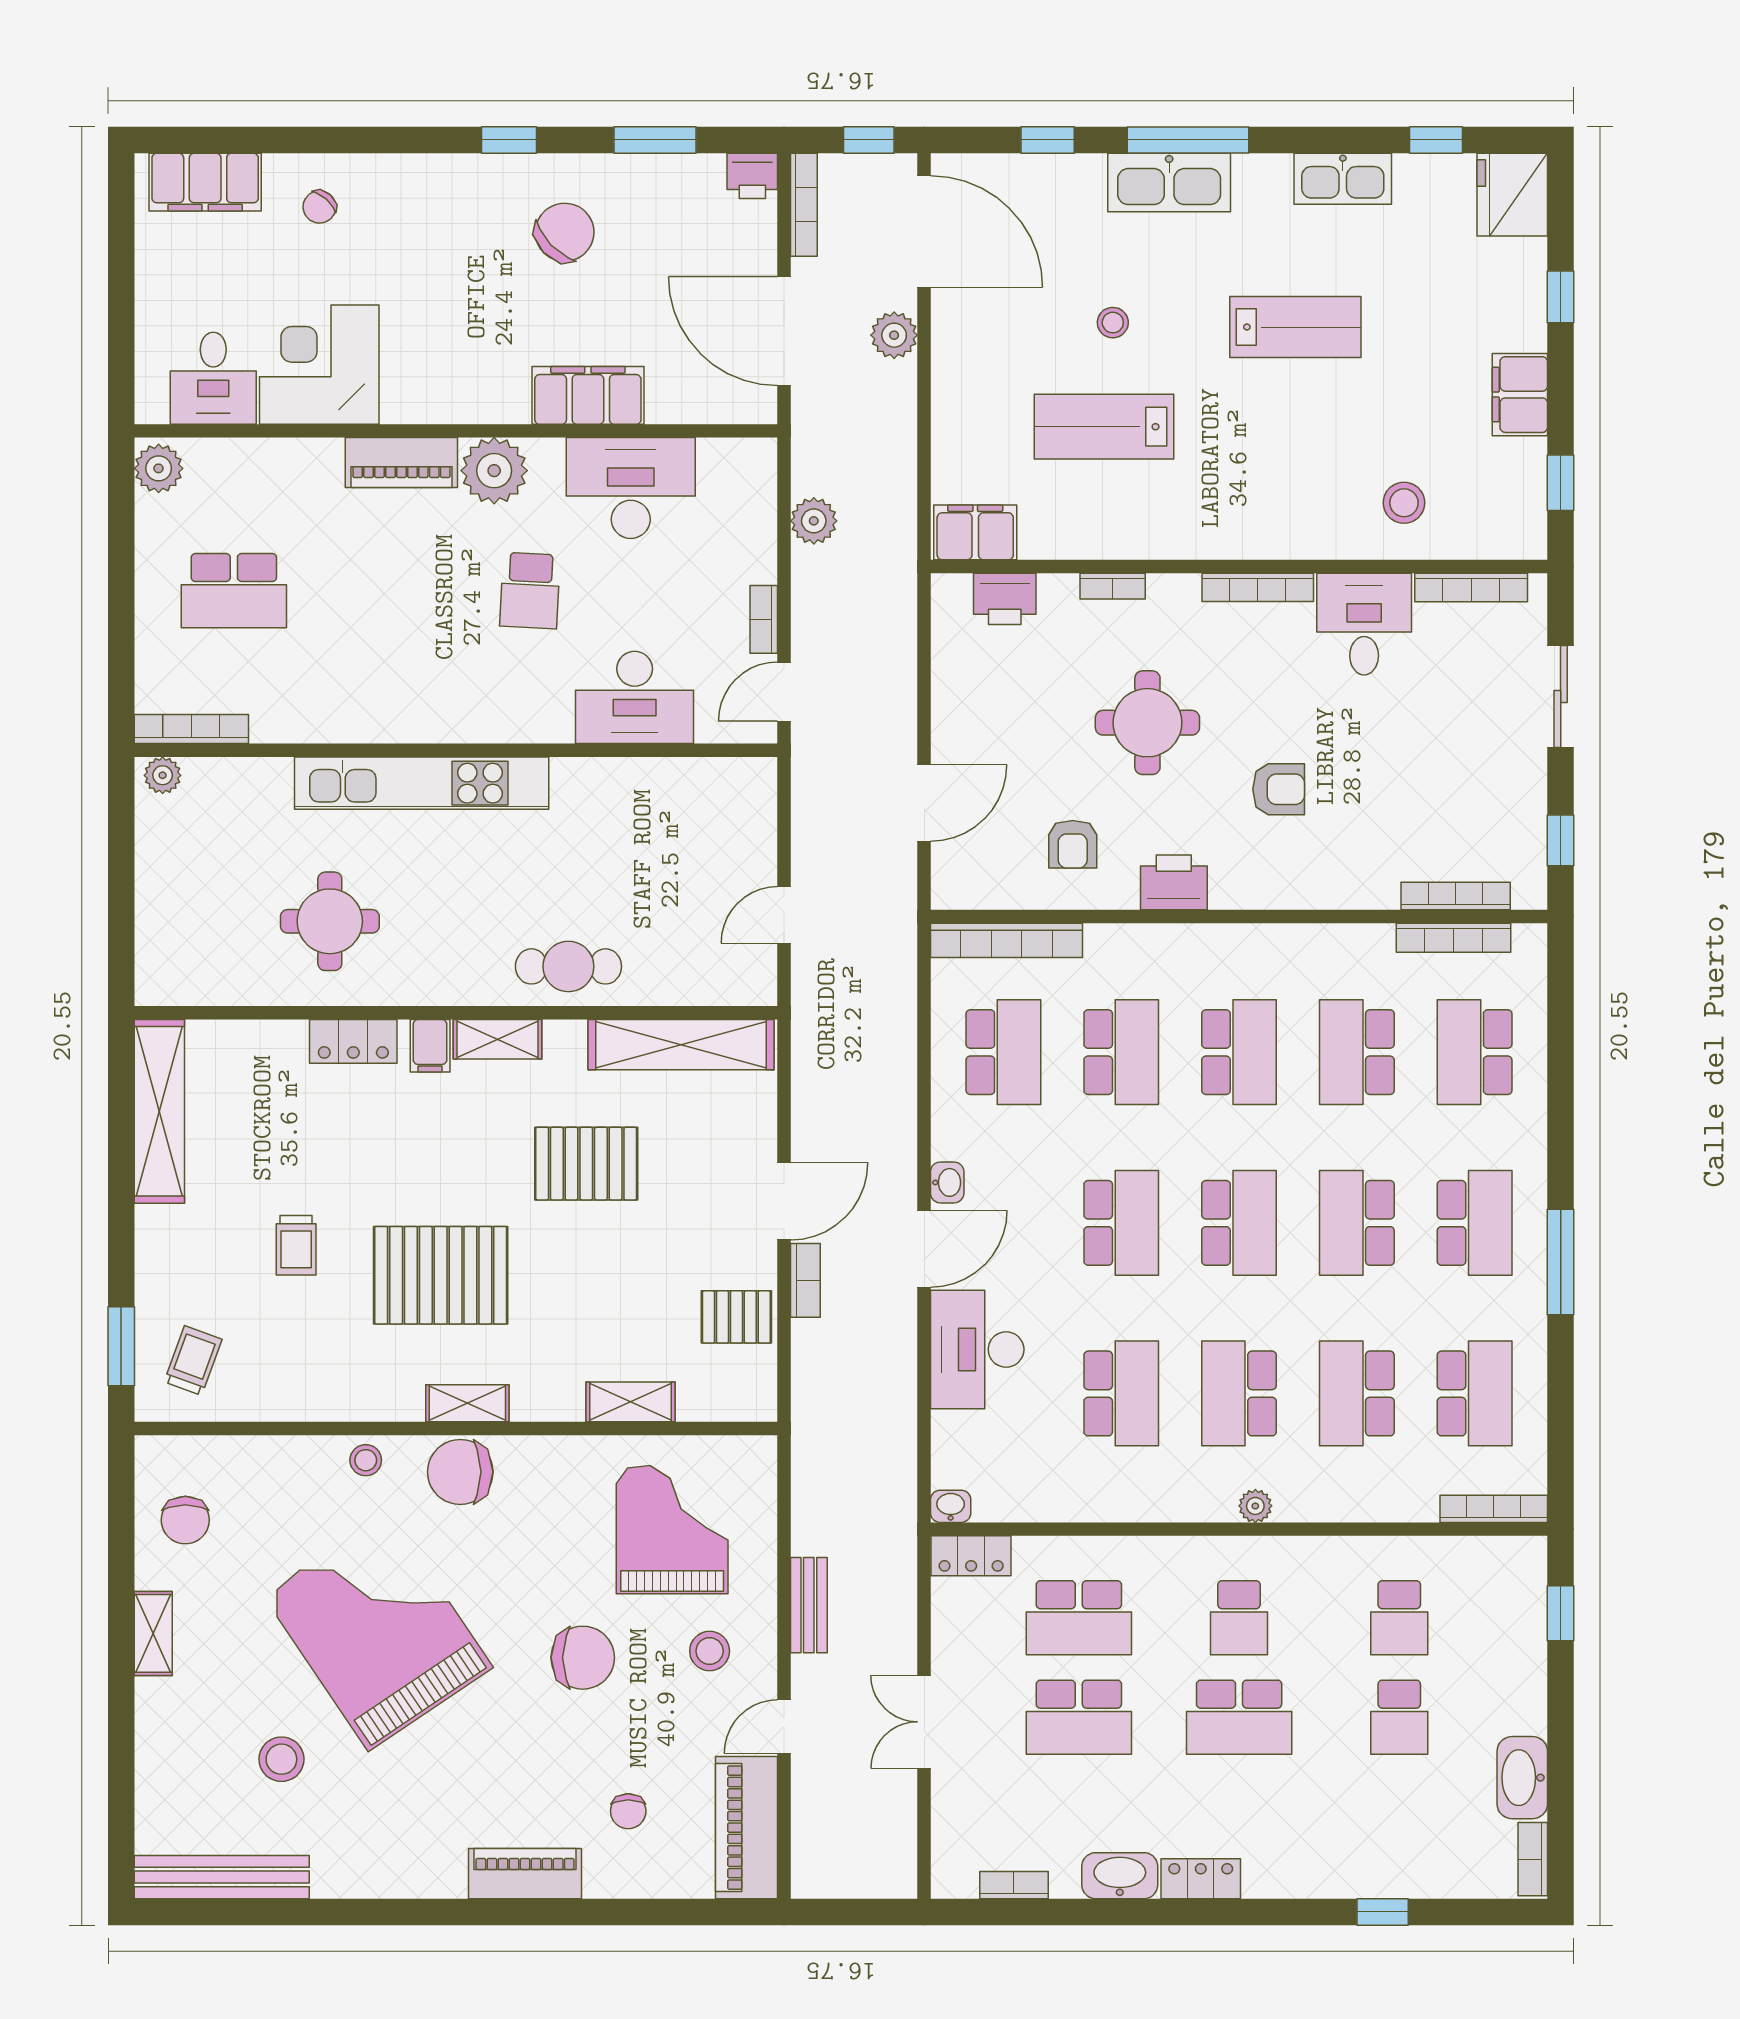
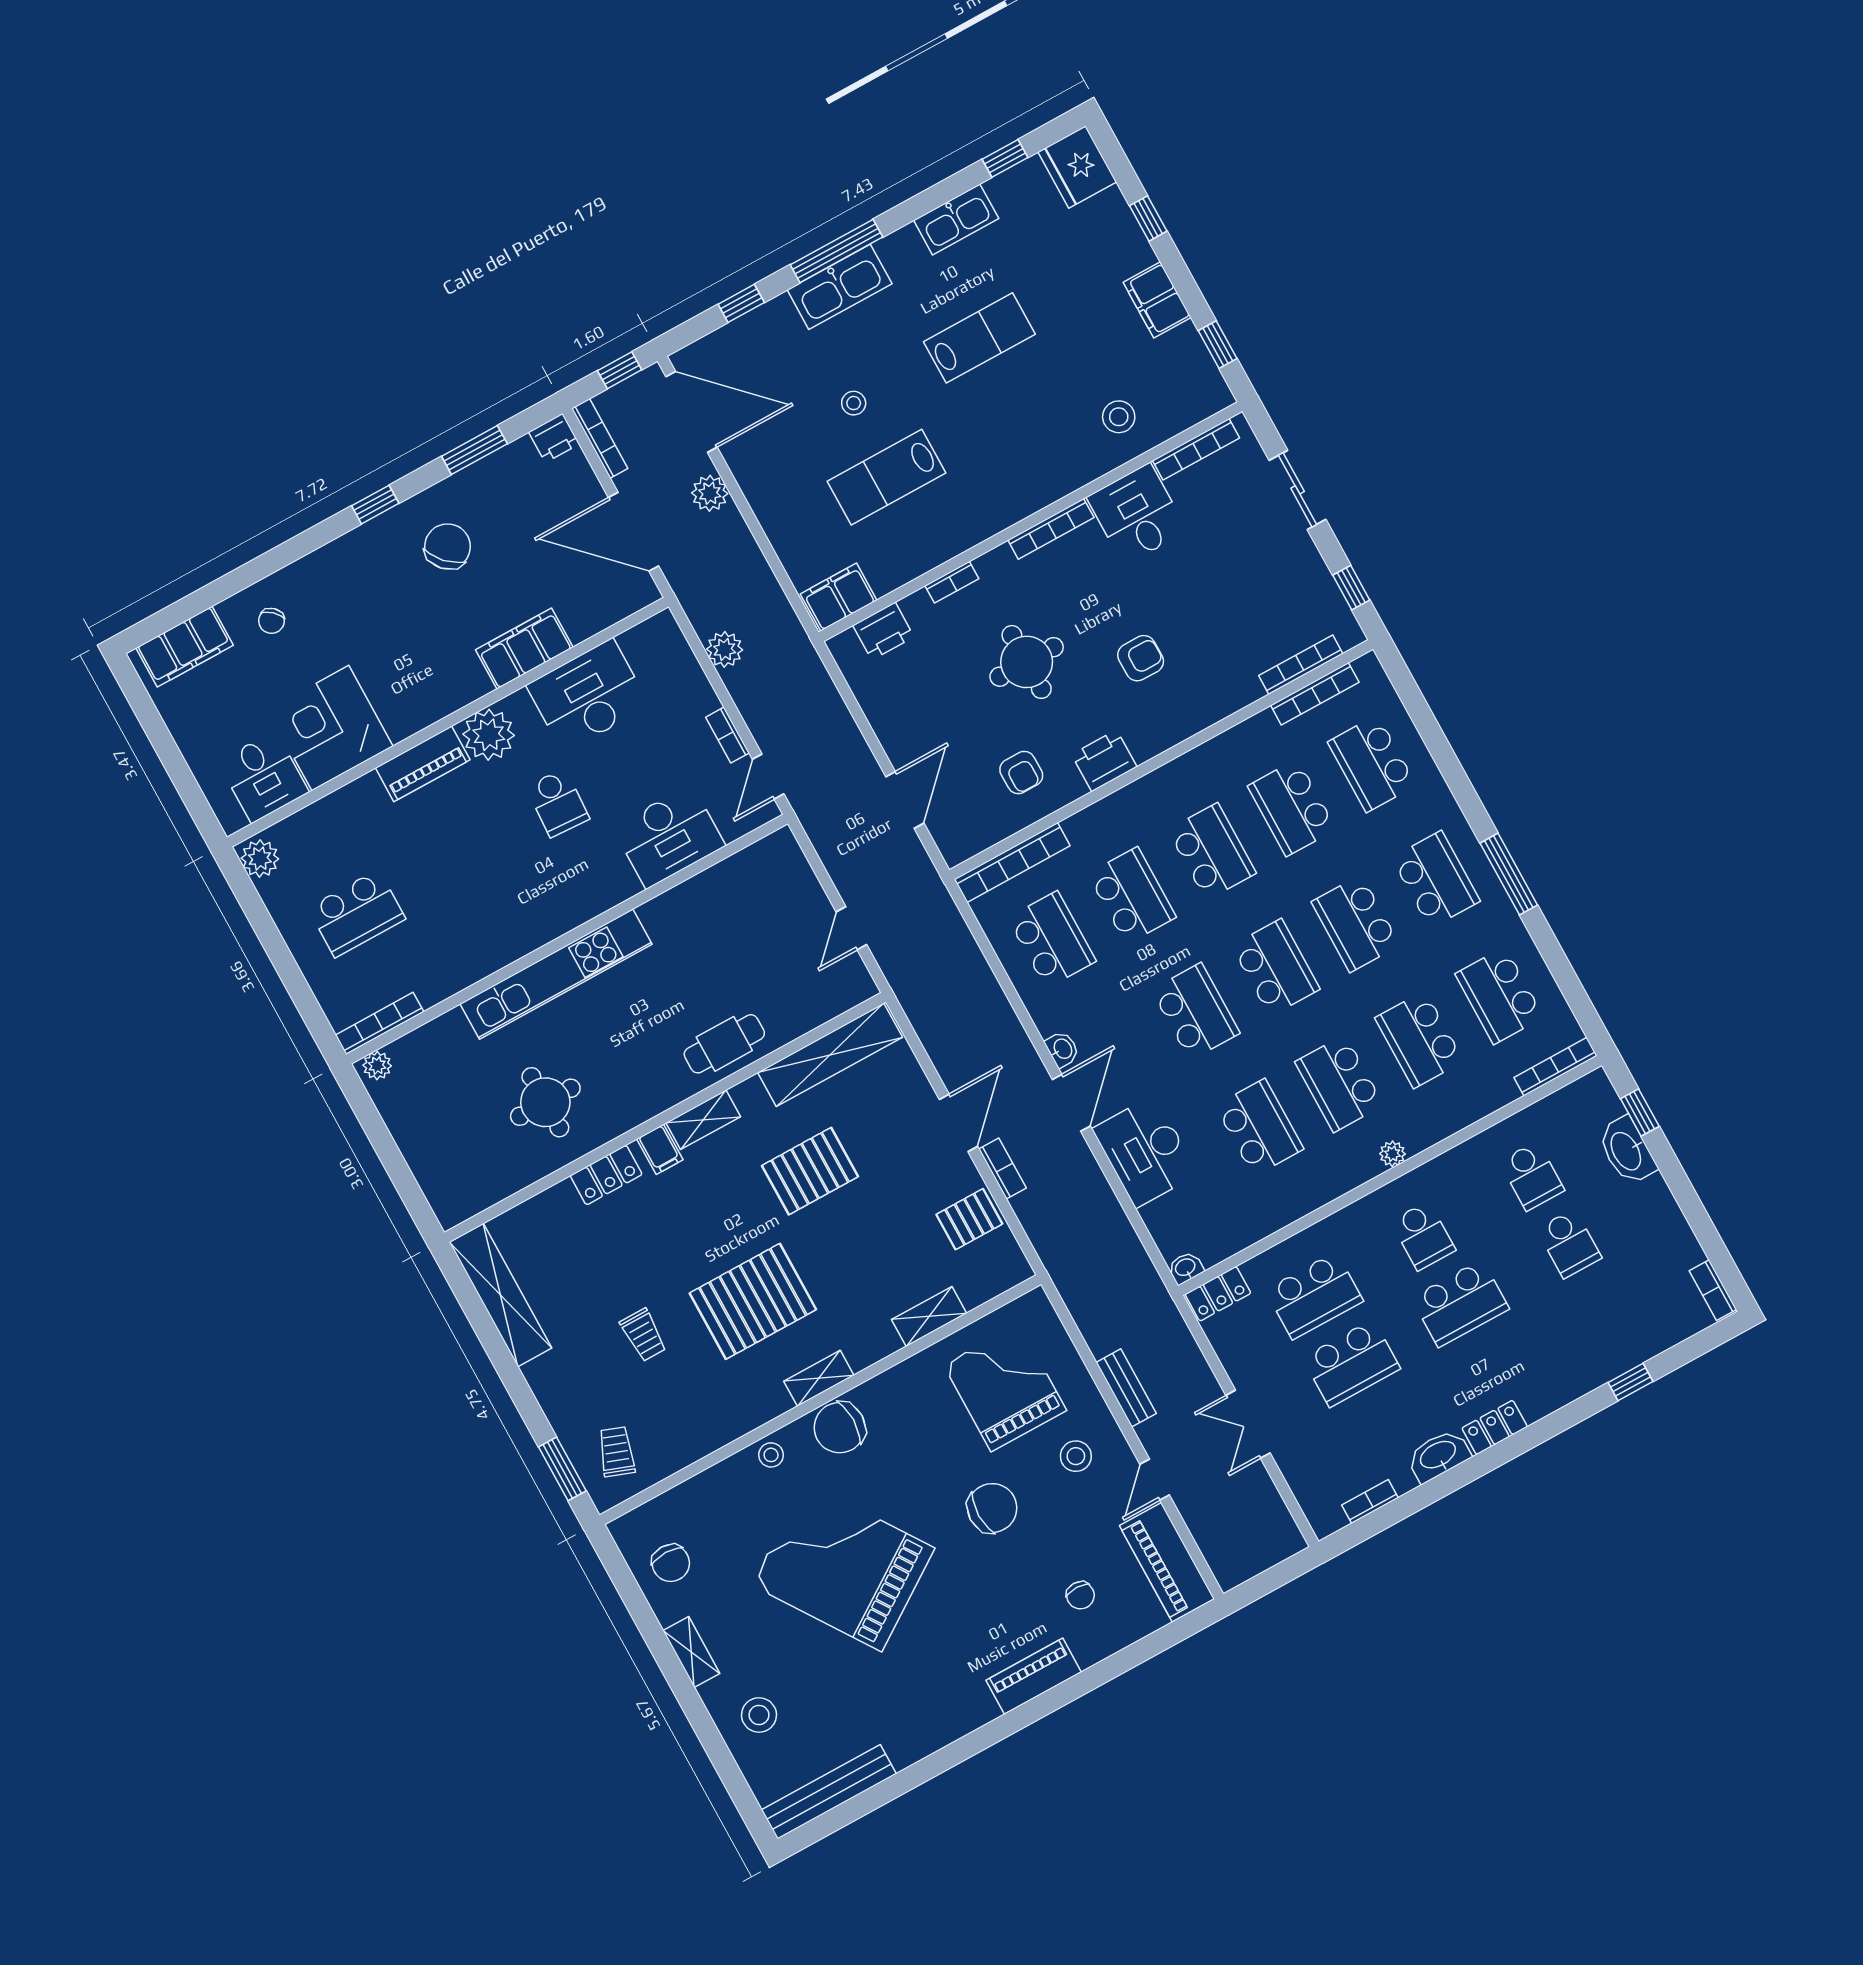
school desk: (1475, 1393) -> (1499, 995), turned 180
stool: (281, 1759) -> (759, 1715), moved
washbasin: (1522, 1778) -> (1627, 1151), moved

